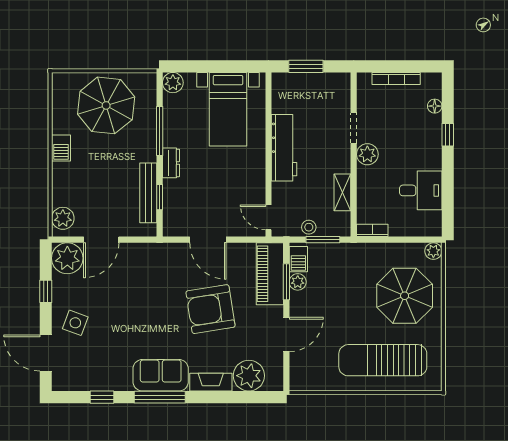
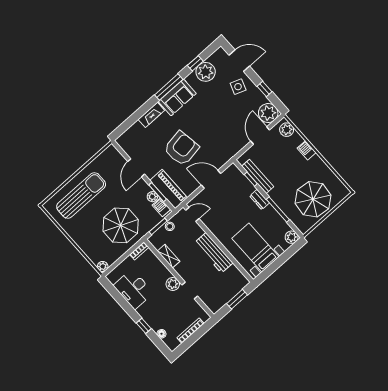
barbecue: (61, 148) -> (307, 150), moved
desk: (421, 190) -> (133, 289), width x1.37
parasol: (405, 296) -> (121, 225), moved
plant: (249, 376) -> (206, 72), moved

